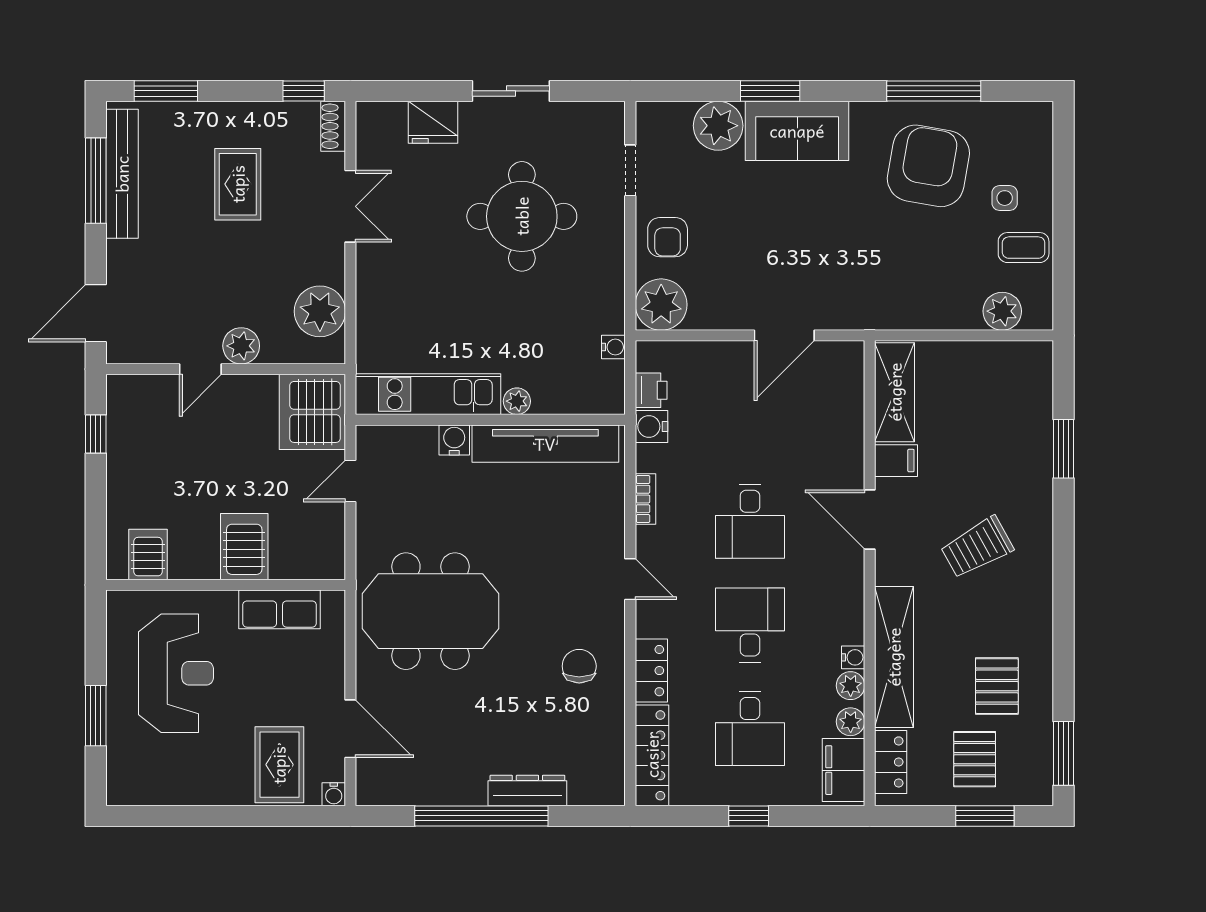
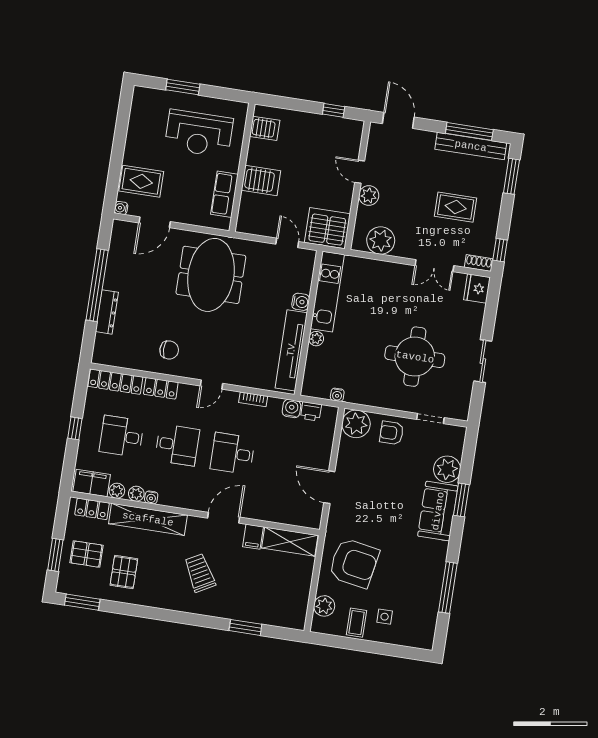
fridge: (433, 122) -> (477, 288), moved
armchair: (928, 166) -> (354, 563), moved
pallet: (997, 686) -> (124, 572), turned 90

